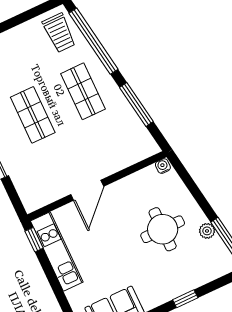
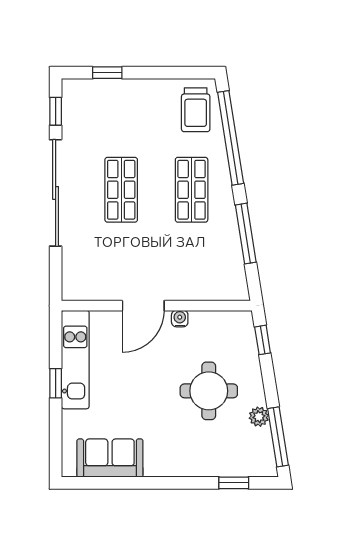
water cooler: (163, 166) -> (180, 319), moved
window: (184, 175) -> (263, 340), added
window: (34, 240) -> (56, 383), moved
window: (185, 299) -> (234, 483), moved

